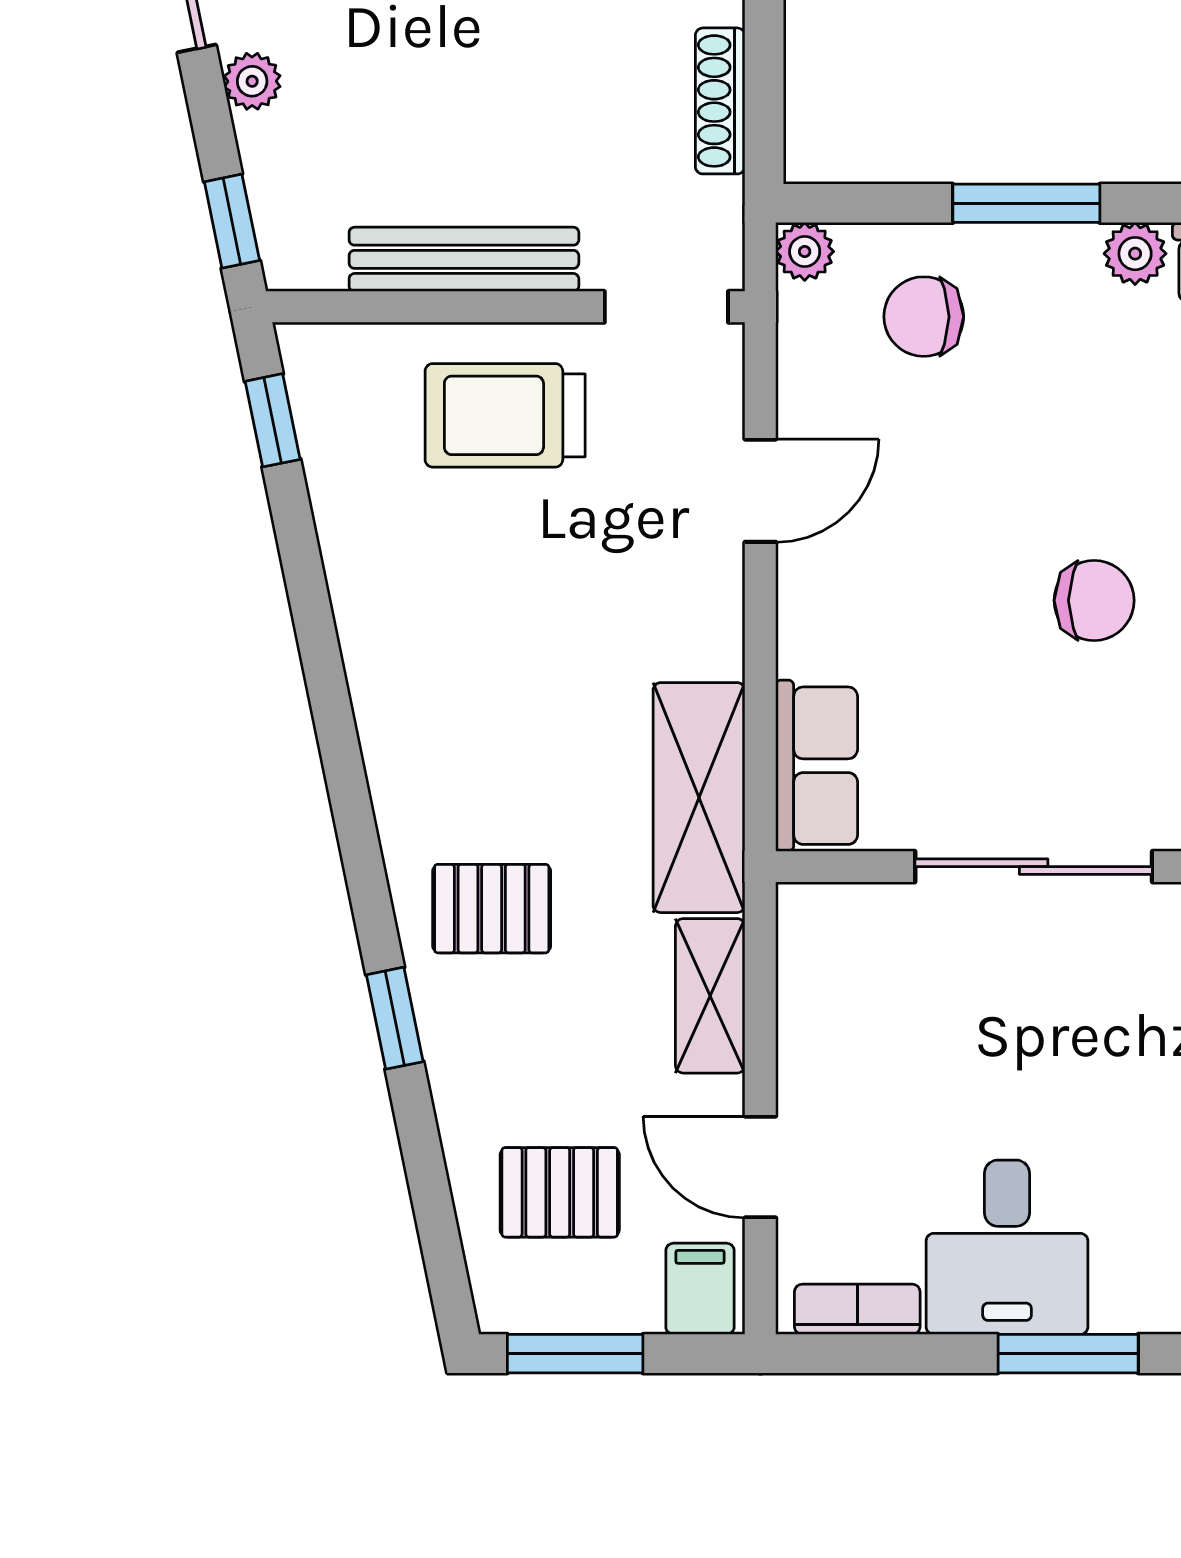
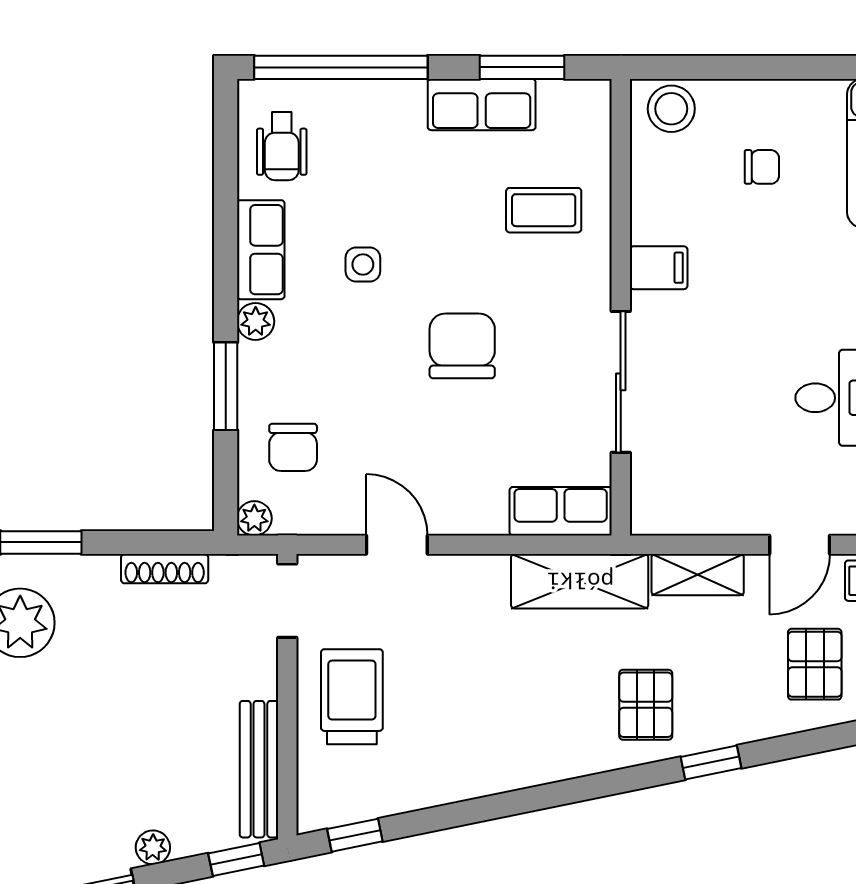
bench: (464, 259) -> (259, 769), moved
trolley: (505, 415) -> (352, 697), turned 180
chair: (1094, 600) -> (462, 346), width x1.37, depth x1.37

